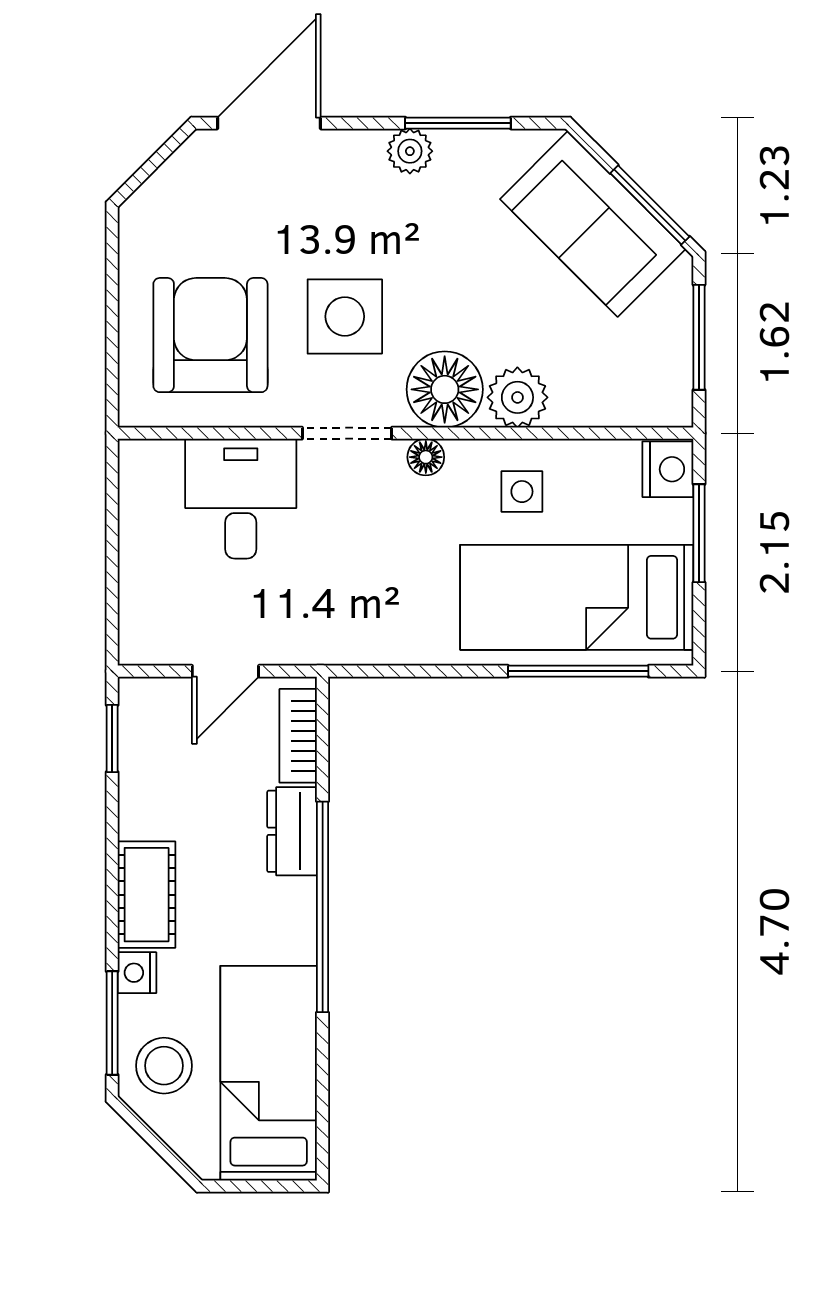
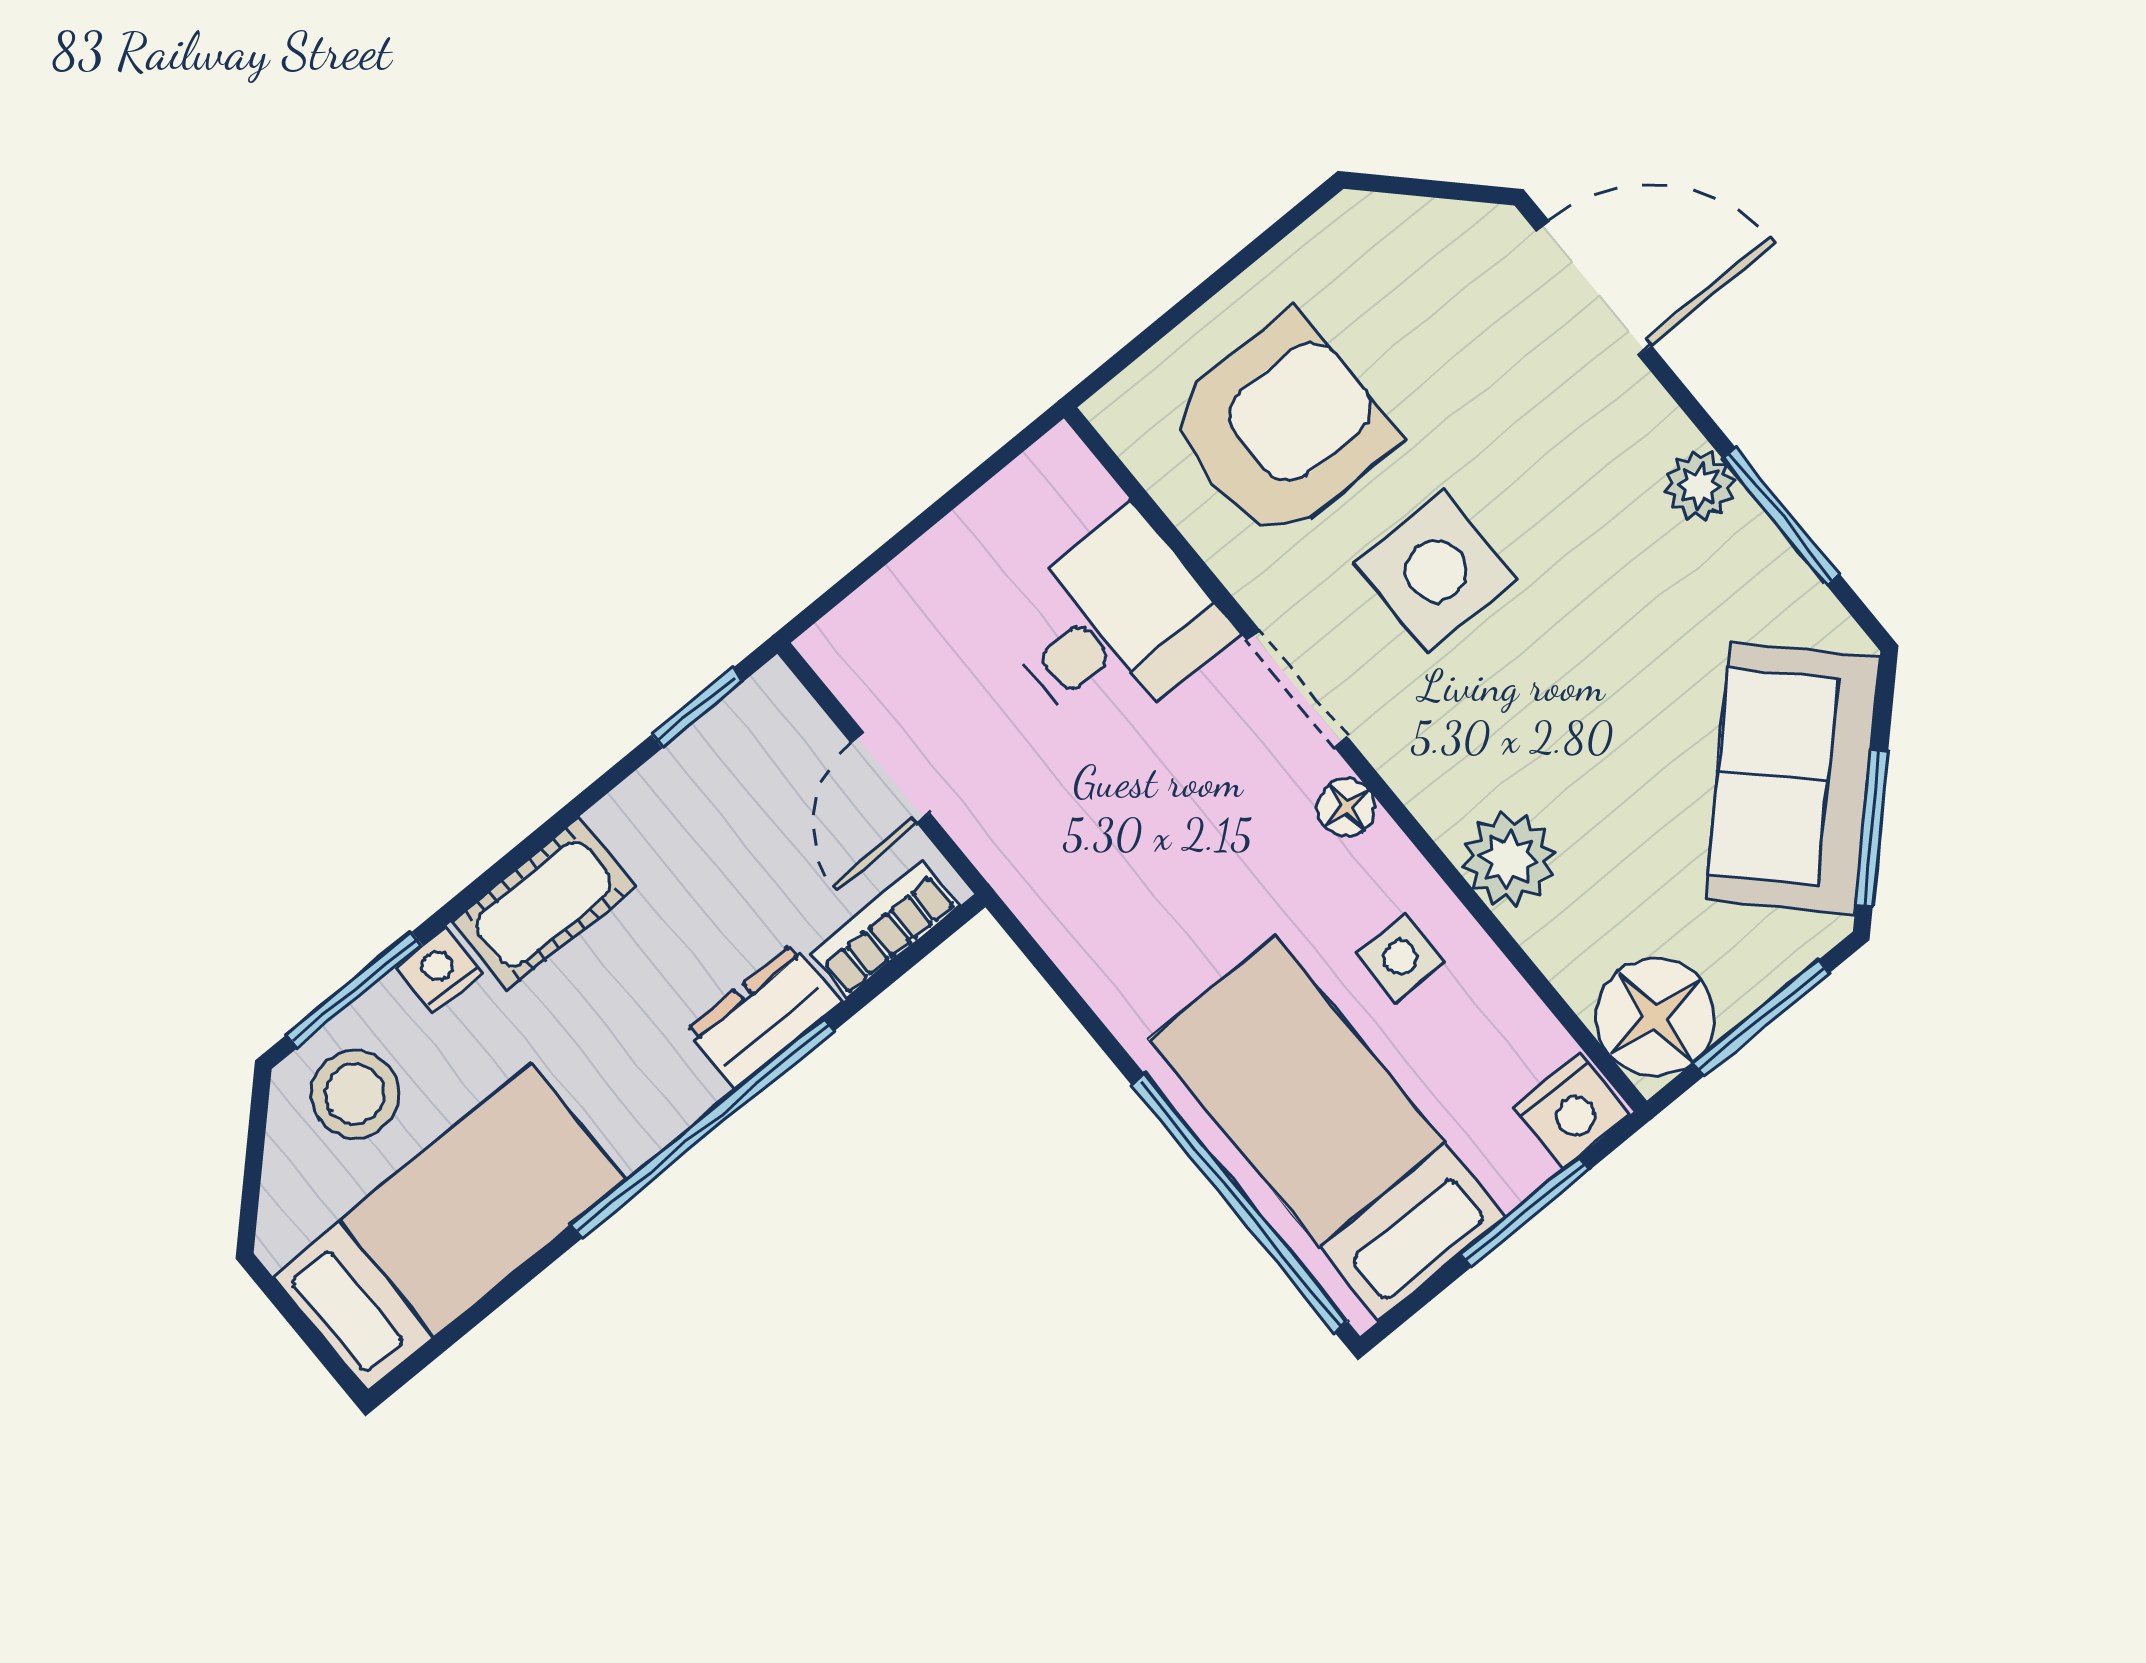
floor lamp: (445, 389) -> (1655, 1017), moved
door: (225, 671) -> (891, 778), hinge flipped
window: (578, 671) -> (1240, 1203), width x1.46

